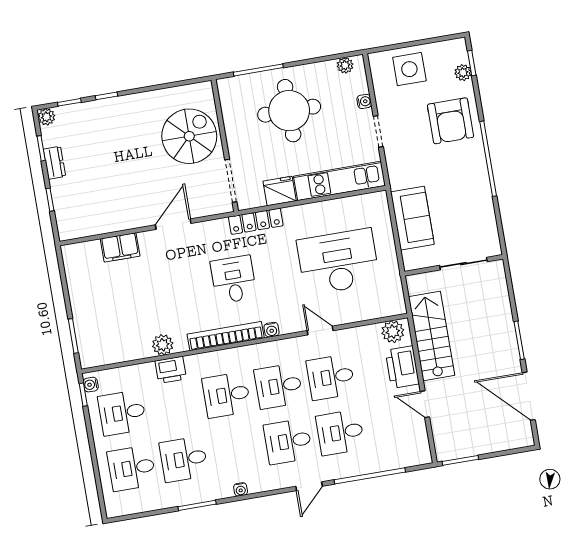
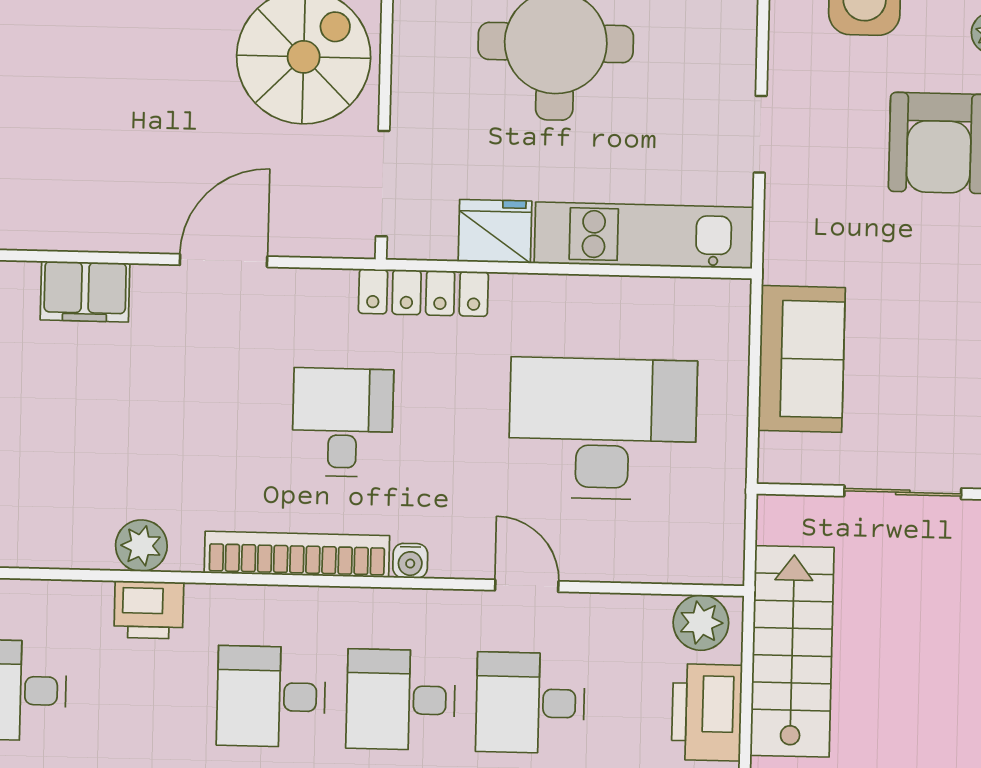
water cooler: (364, 101) -> (741, 56), removed

